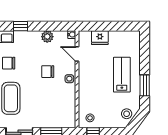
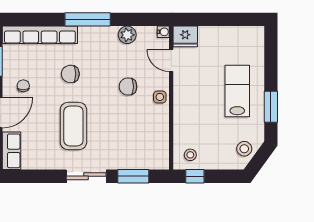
window: (20, 26) -> (88, 19), width x2.17
fridge: (100, 38) -> (185, 36), moved

